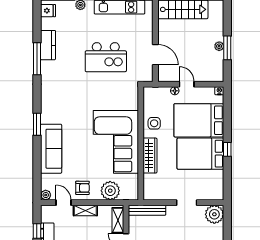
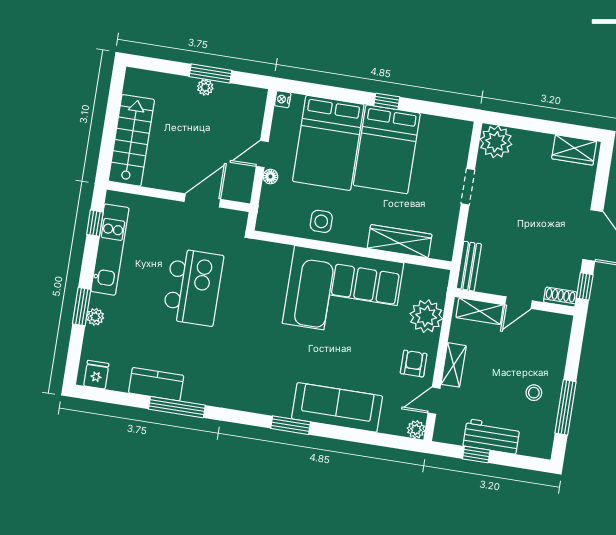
wardrobe: (150, 156) -> (399, 241), moved
bench: (147, 210) -> (469, 266), width x0.73

